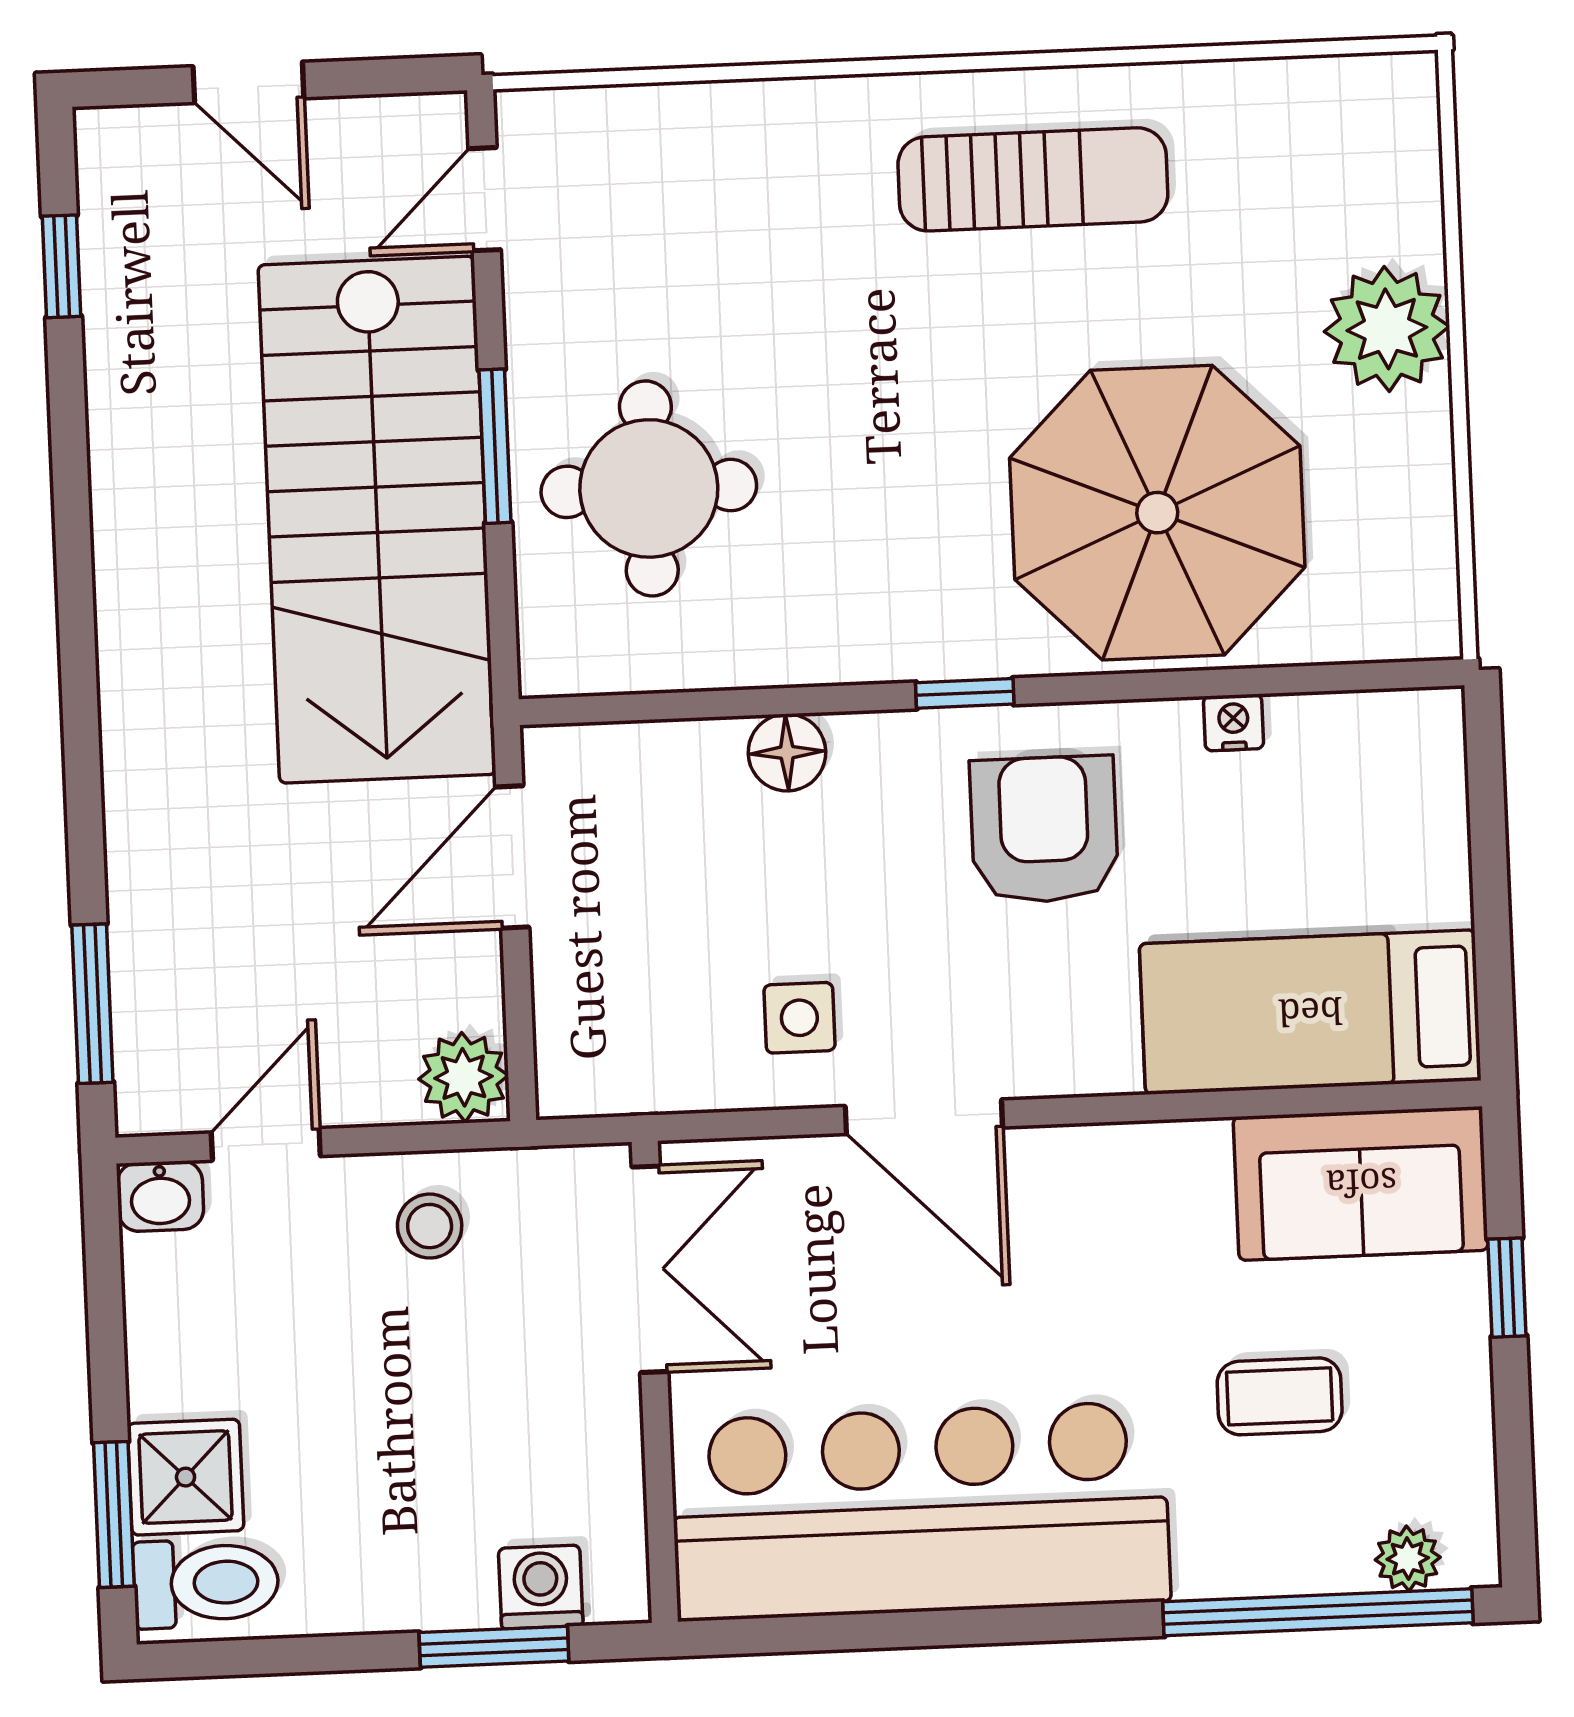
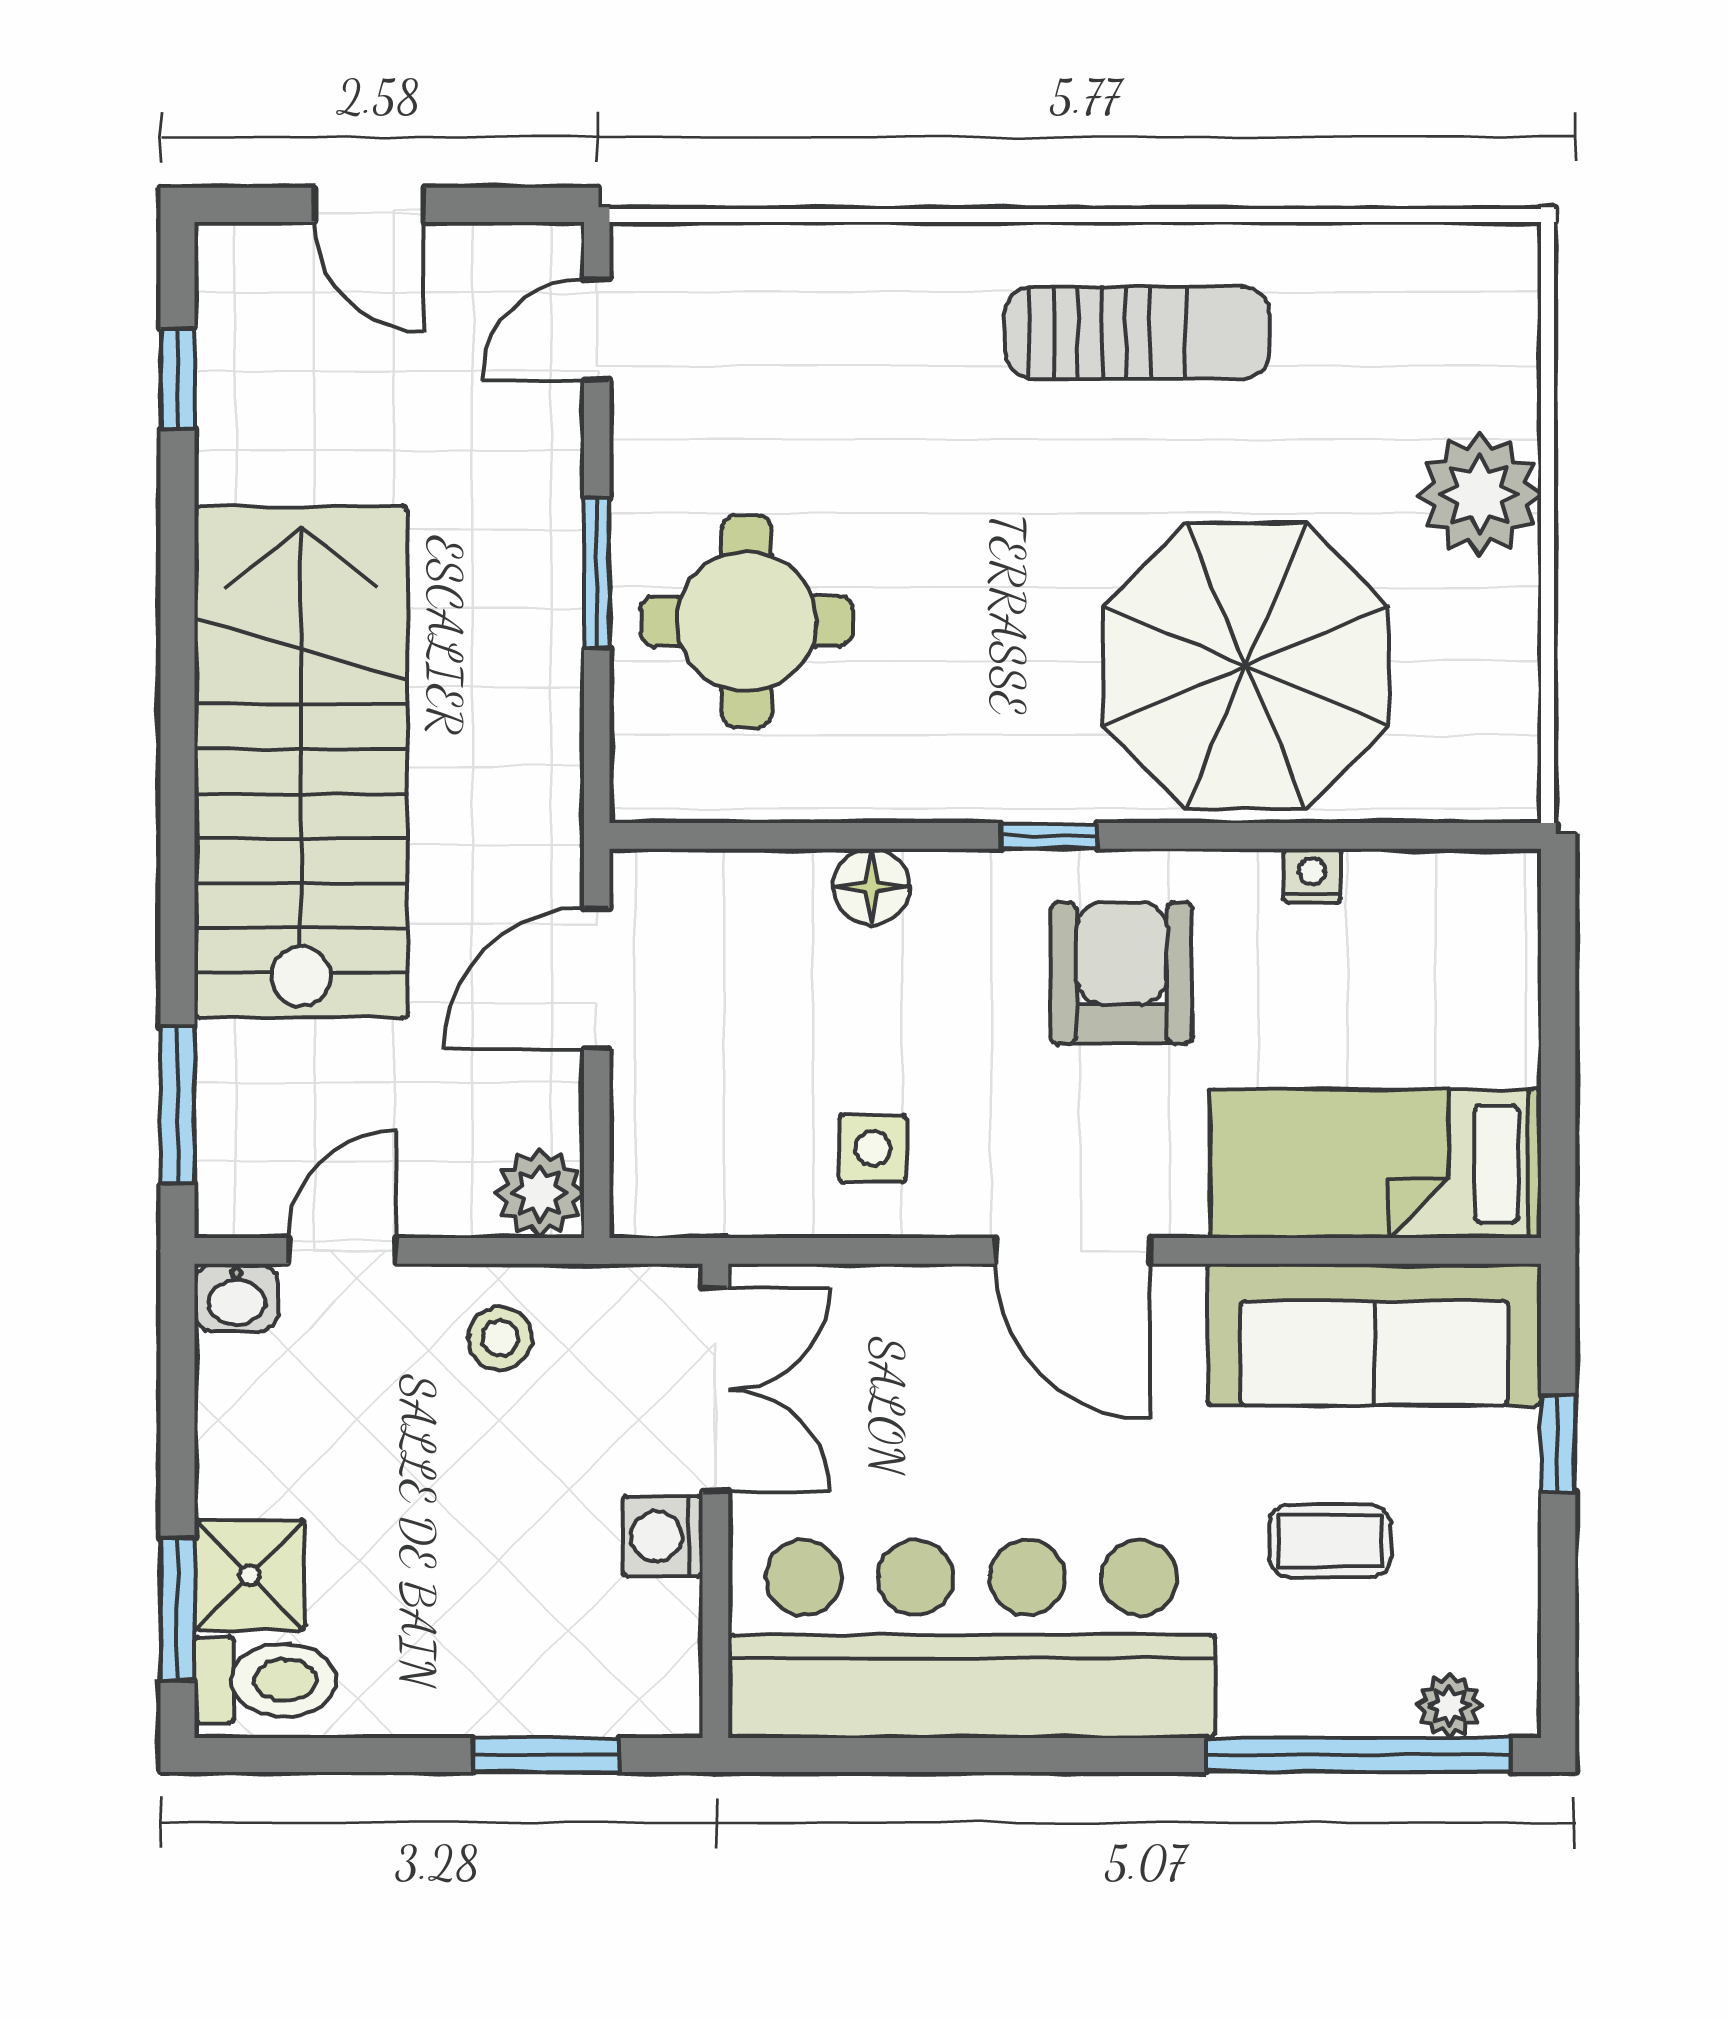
stairs: (377, 520) -> (301, 762), moved, turned 180
door: (924, 1117) -> (1073, 1251), moved
sofa: (1361, 1183) -> (1374, 1335), width x1.36
washing machine: (541, 1587) -> (663, 1536), moved, turned -90

